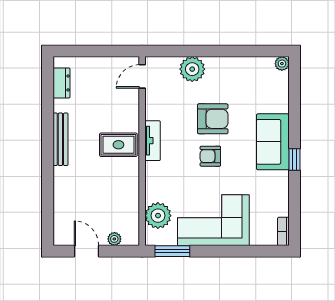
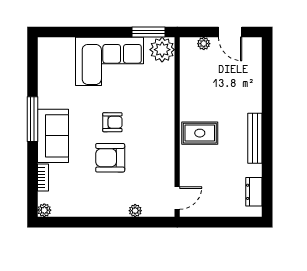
plant: (192, 69) -> (135, 211), width x0.53, depth x0.53
tv unit: (153, 141) -> (167, 137), removed
window: (294, 159) -> (32, 119), width x2.17
plant: (158, 216) -> (162, 50), moved
bookcase: (283, 231) -> (43, 178), moved

